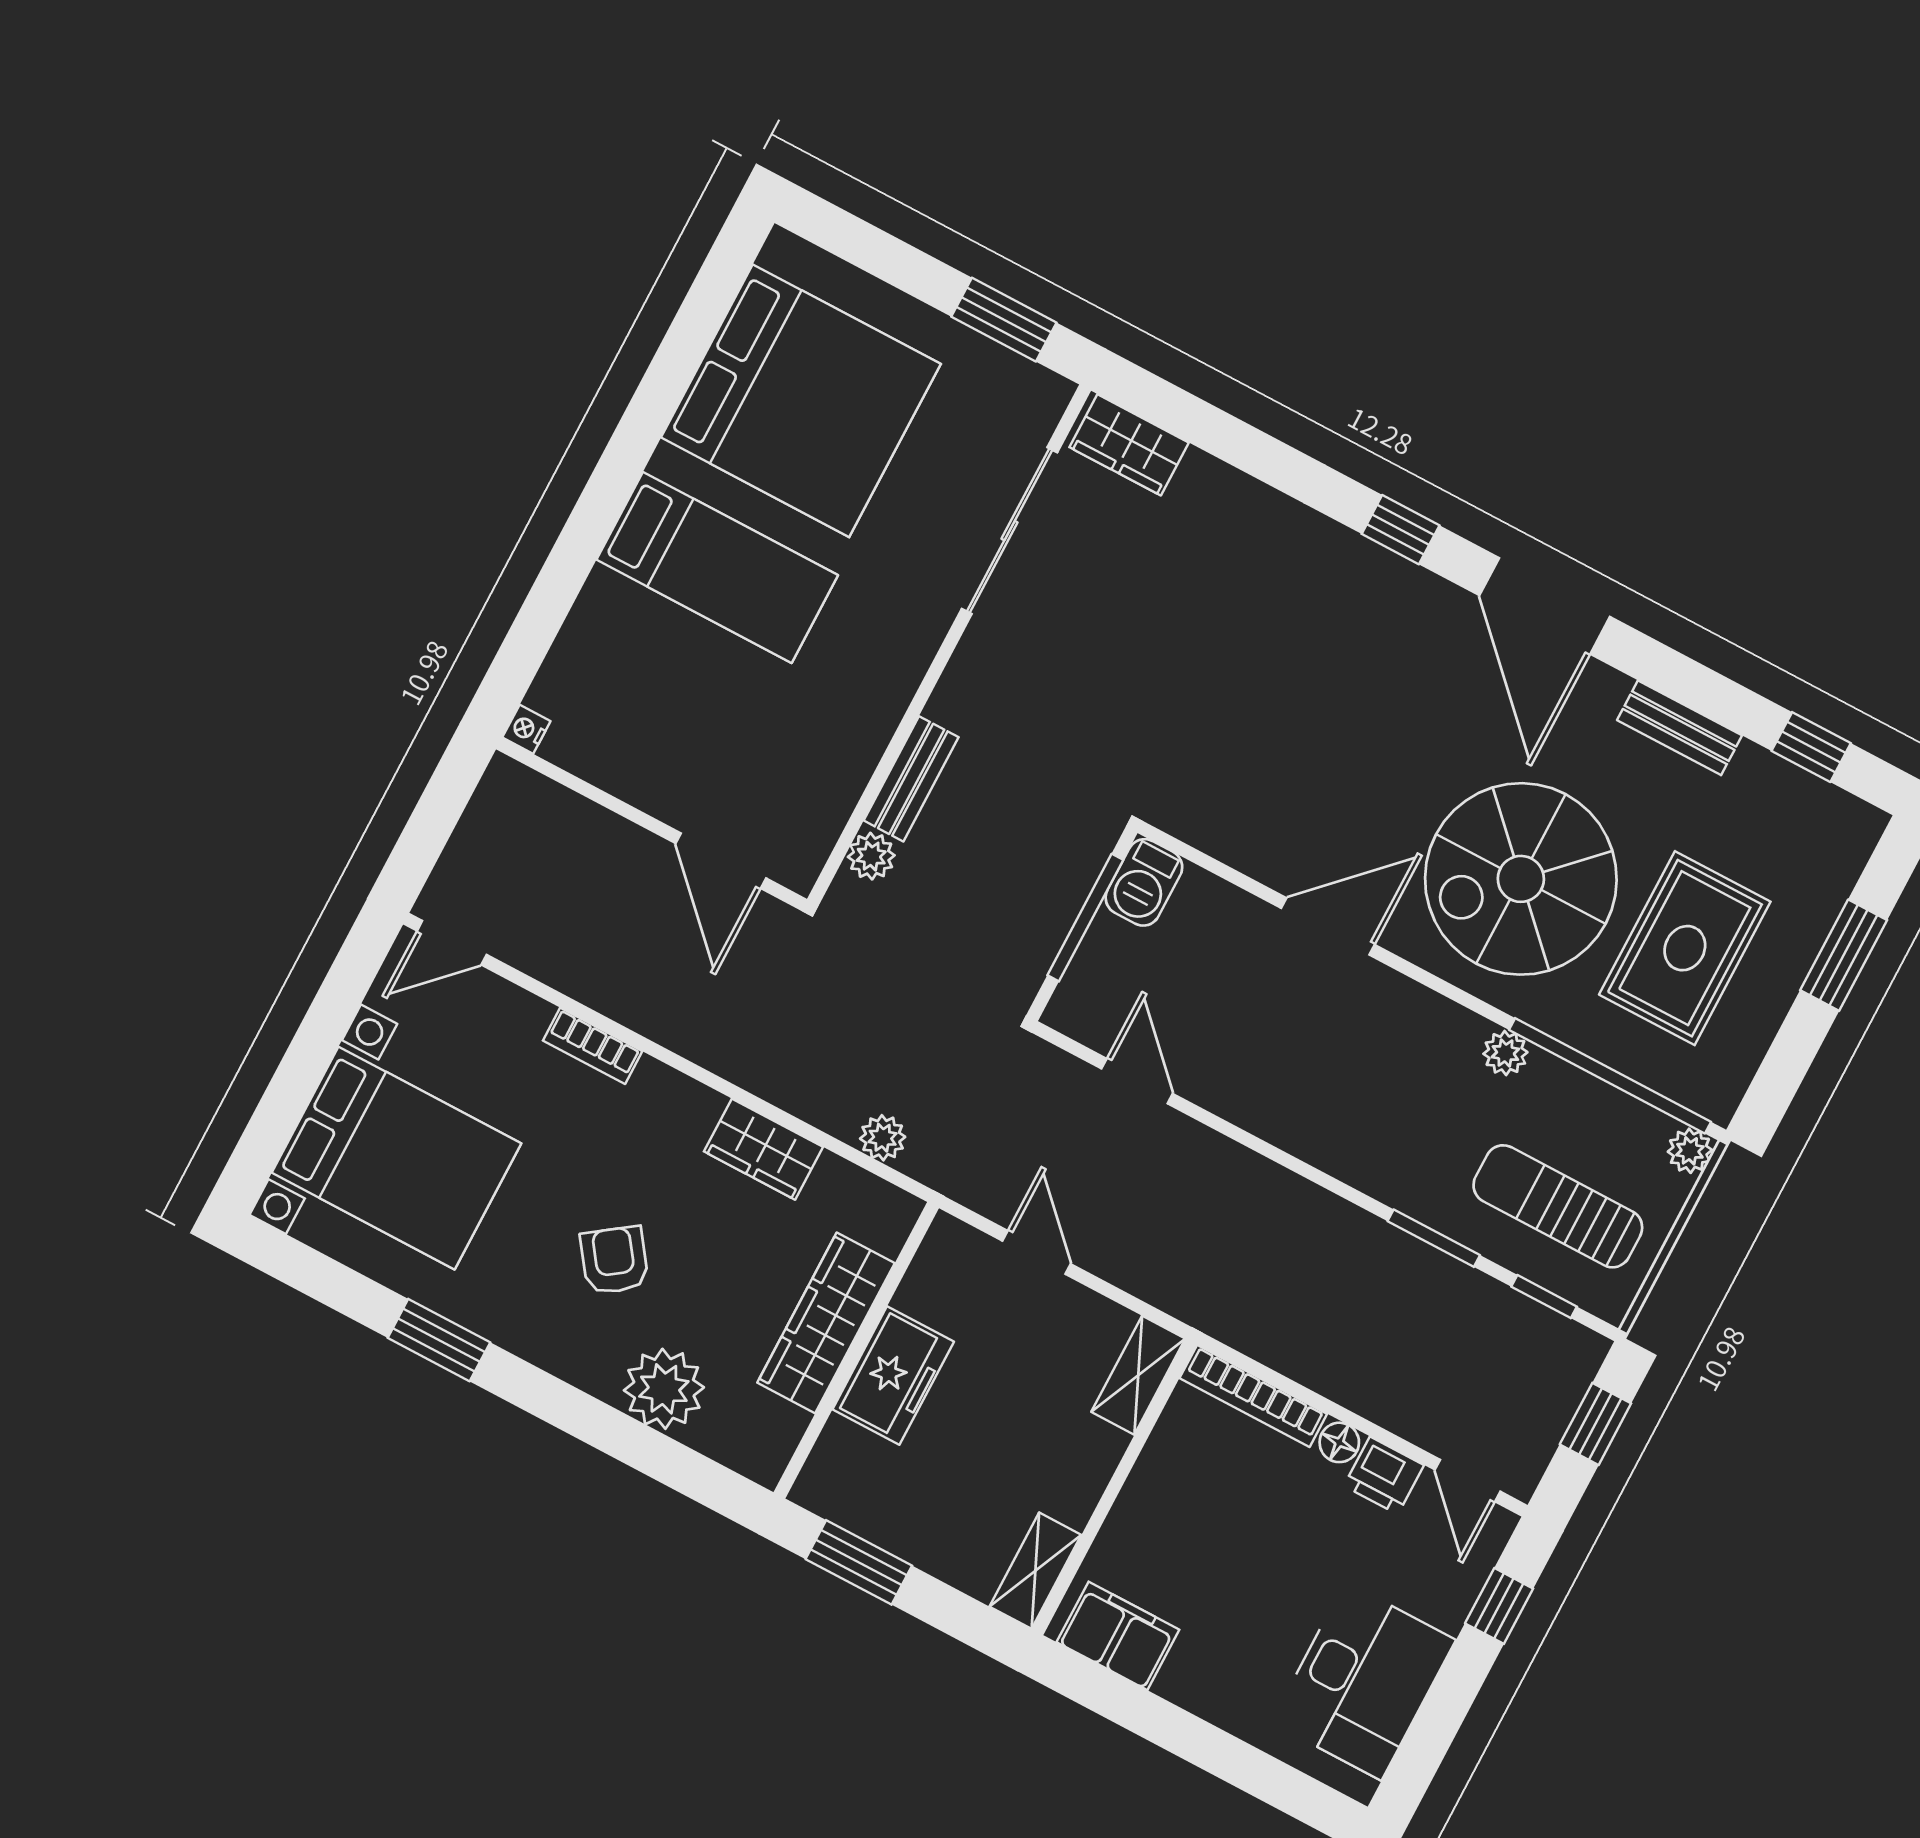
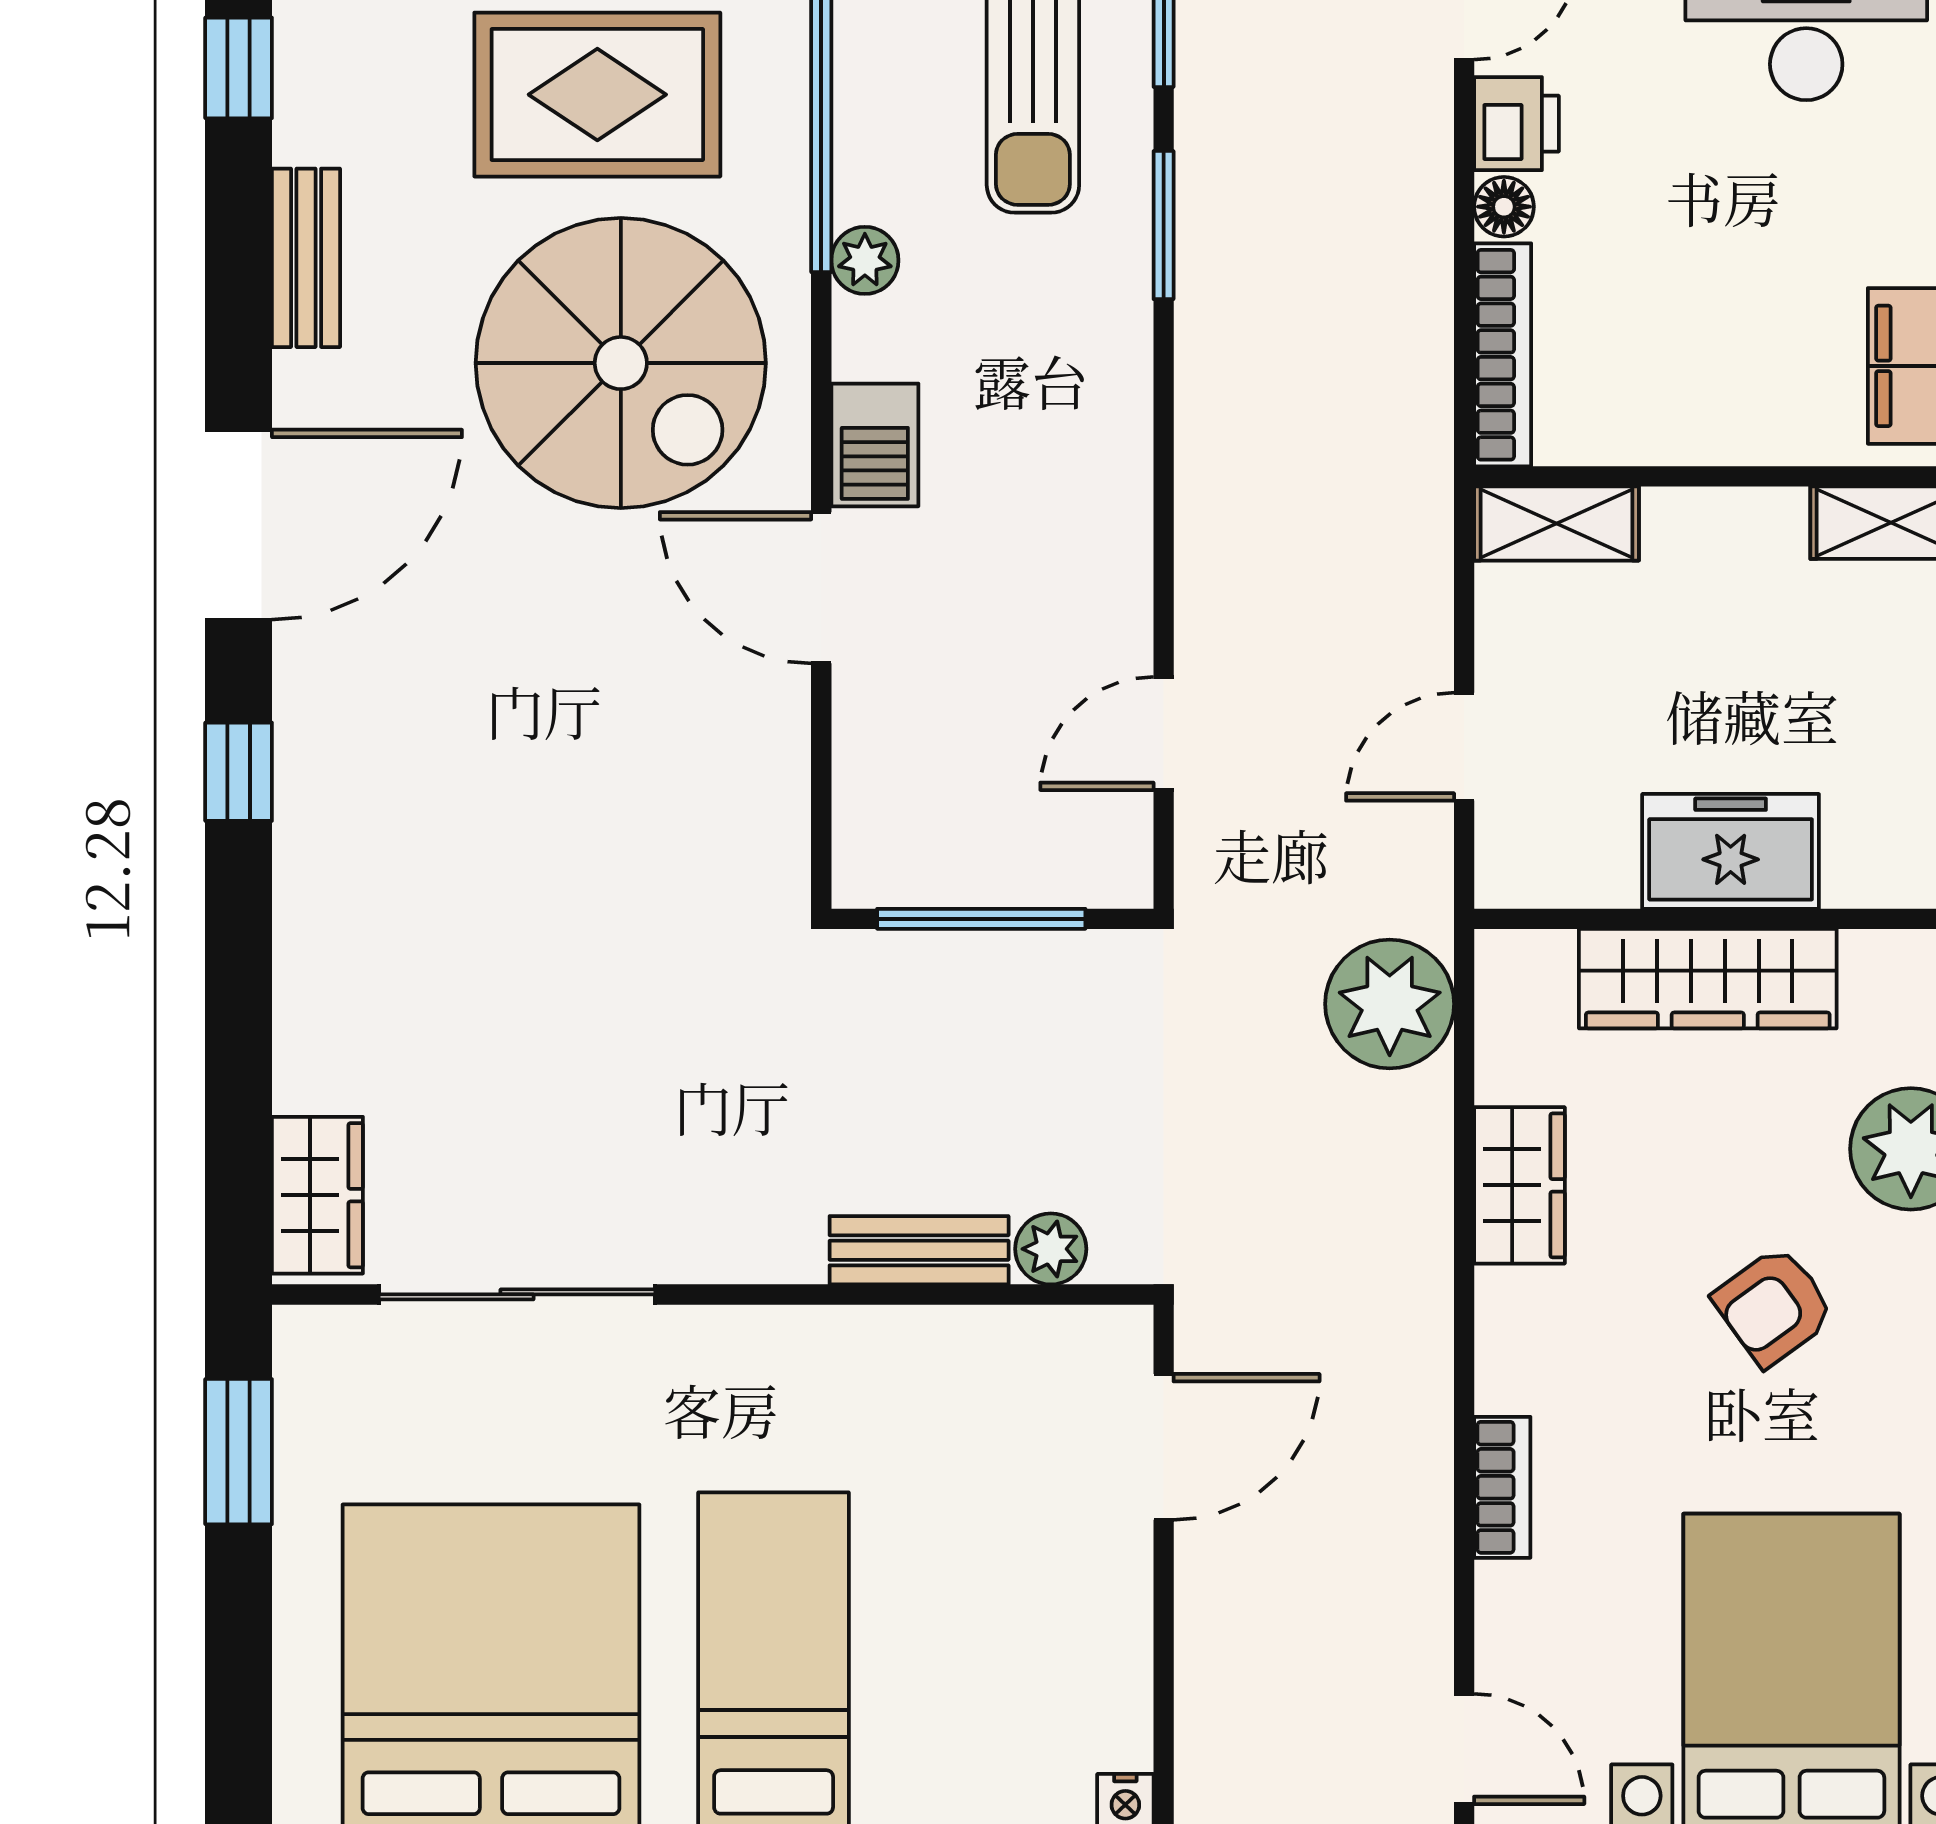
barbecue: (1144, 882) -> (875, 445), moved, turned 90
plant: (883, 1138) -> (1390, 1004), width x1.88, depth x1.88

